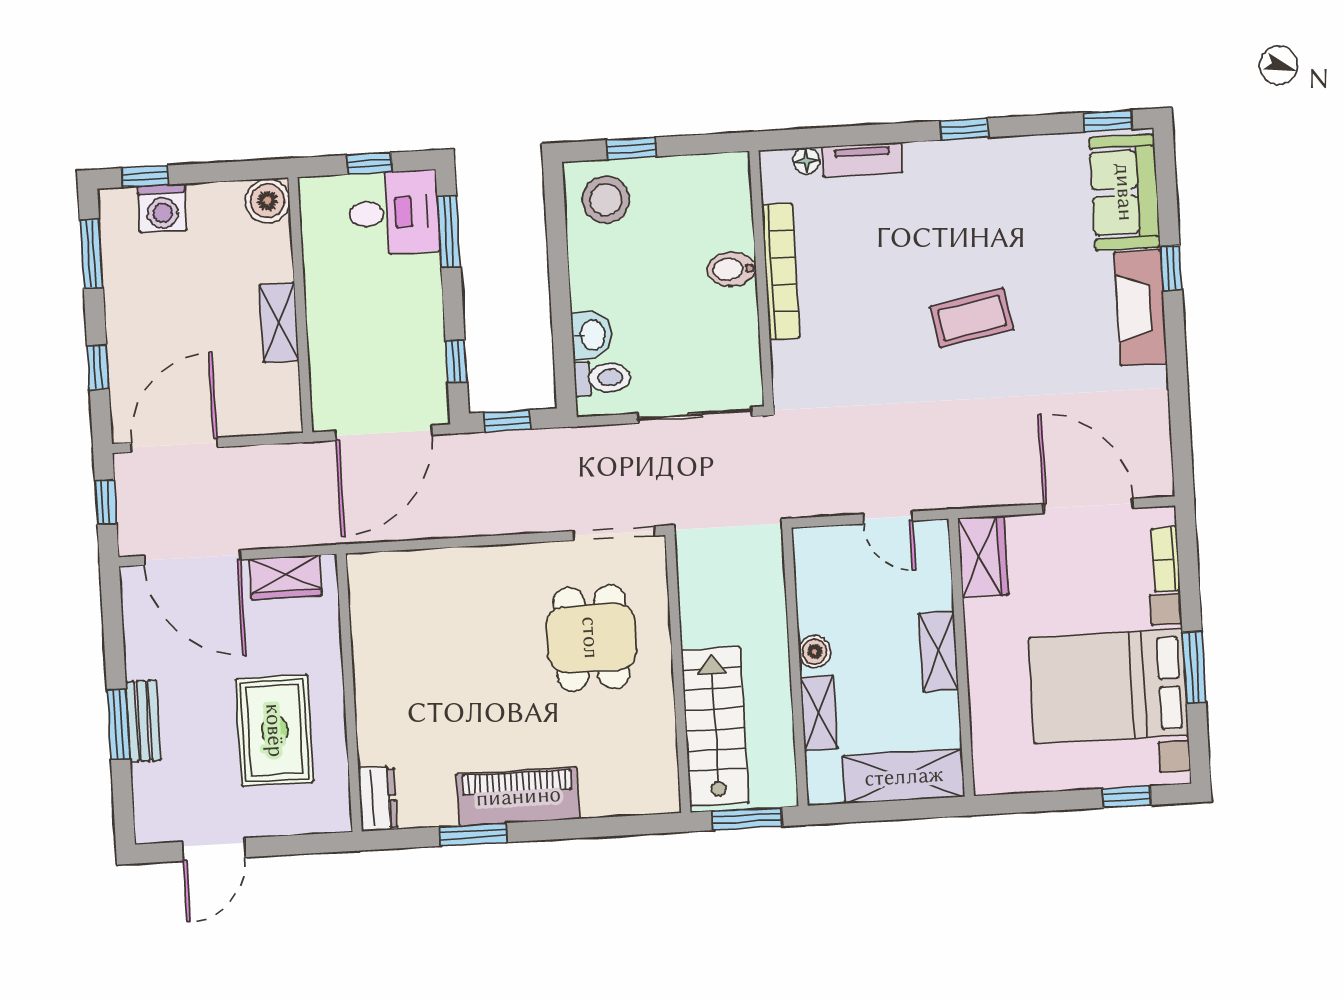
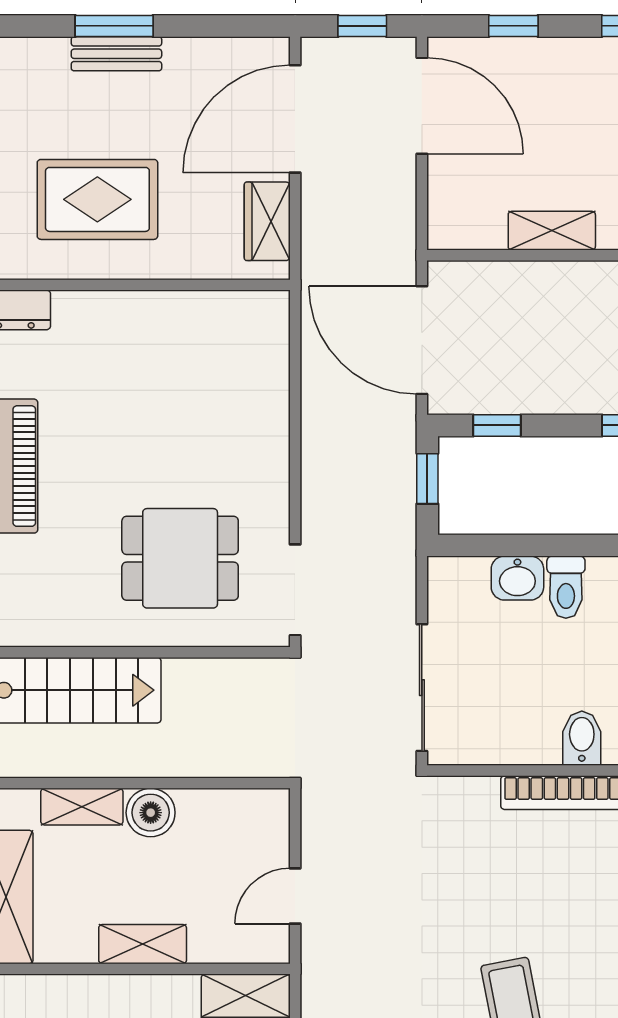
toilet: (602, 378) -> (566, 587), moved
boiler: (815, 652) -> (151, 813), width x1.36, depth x1.36

